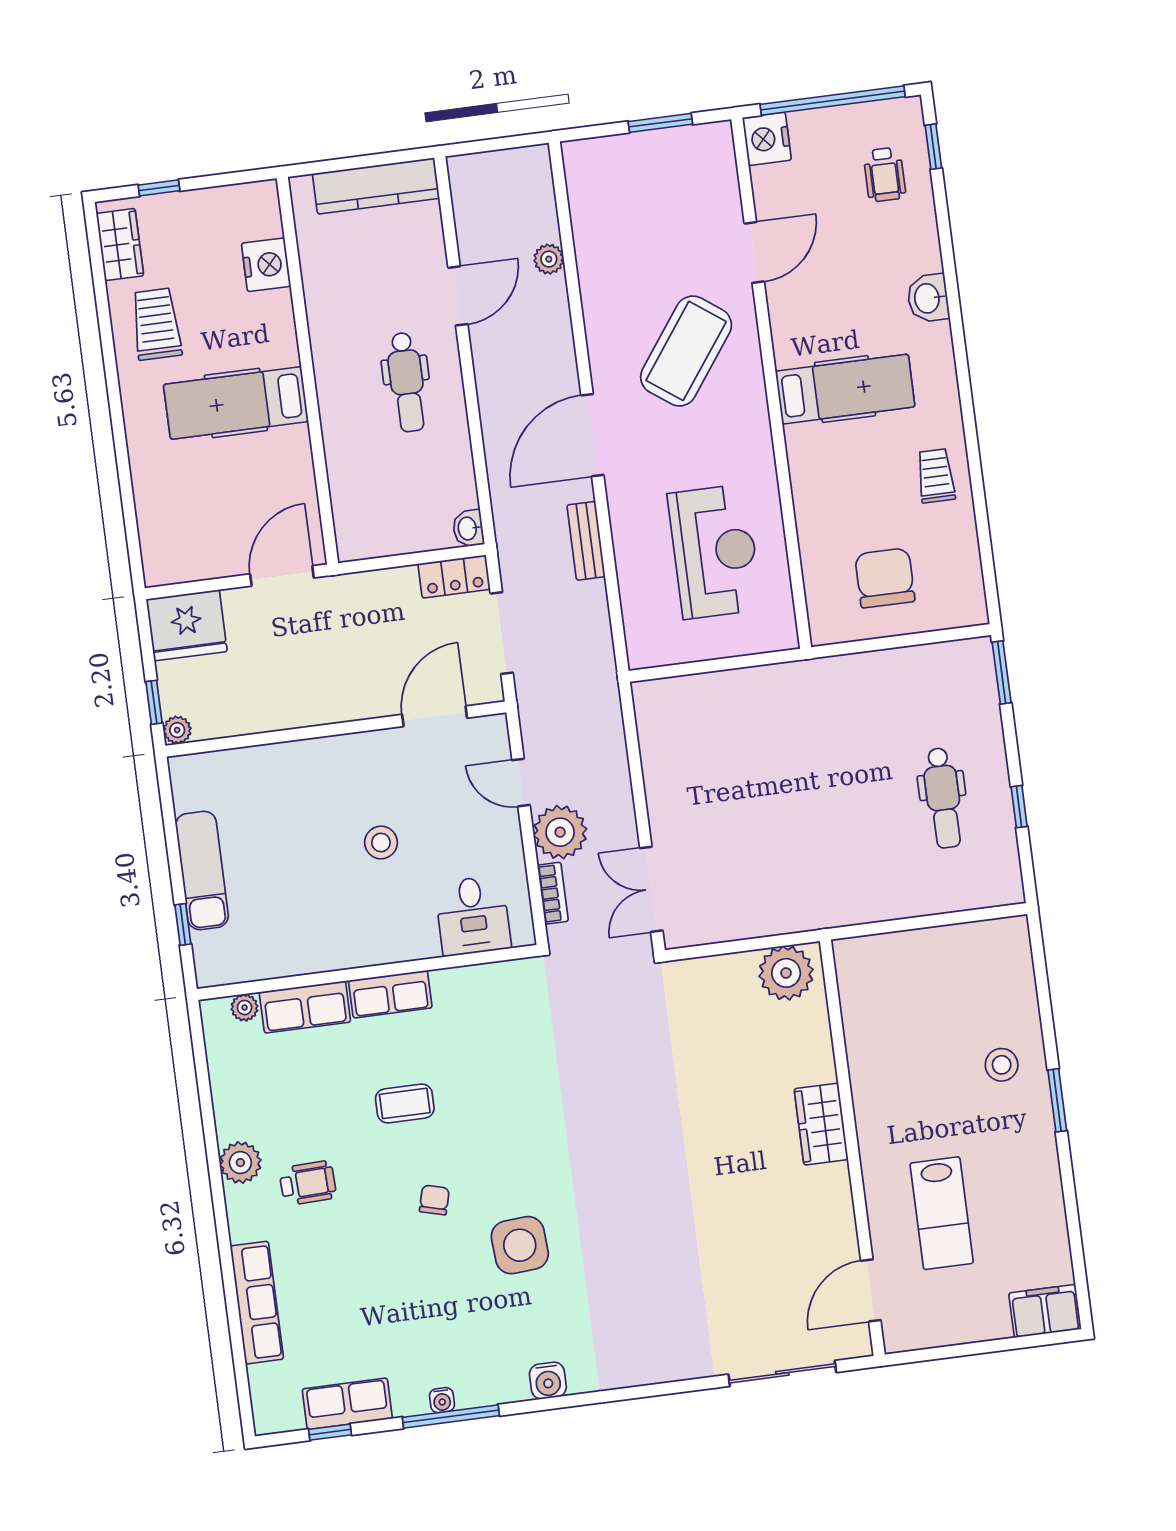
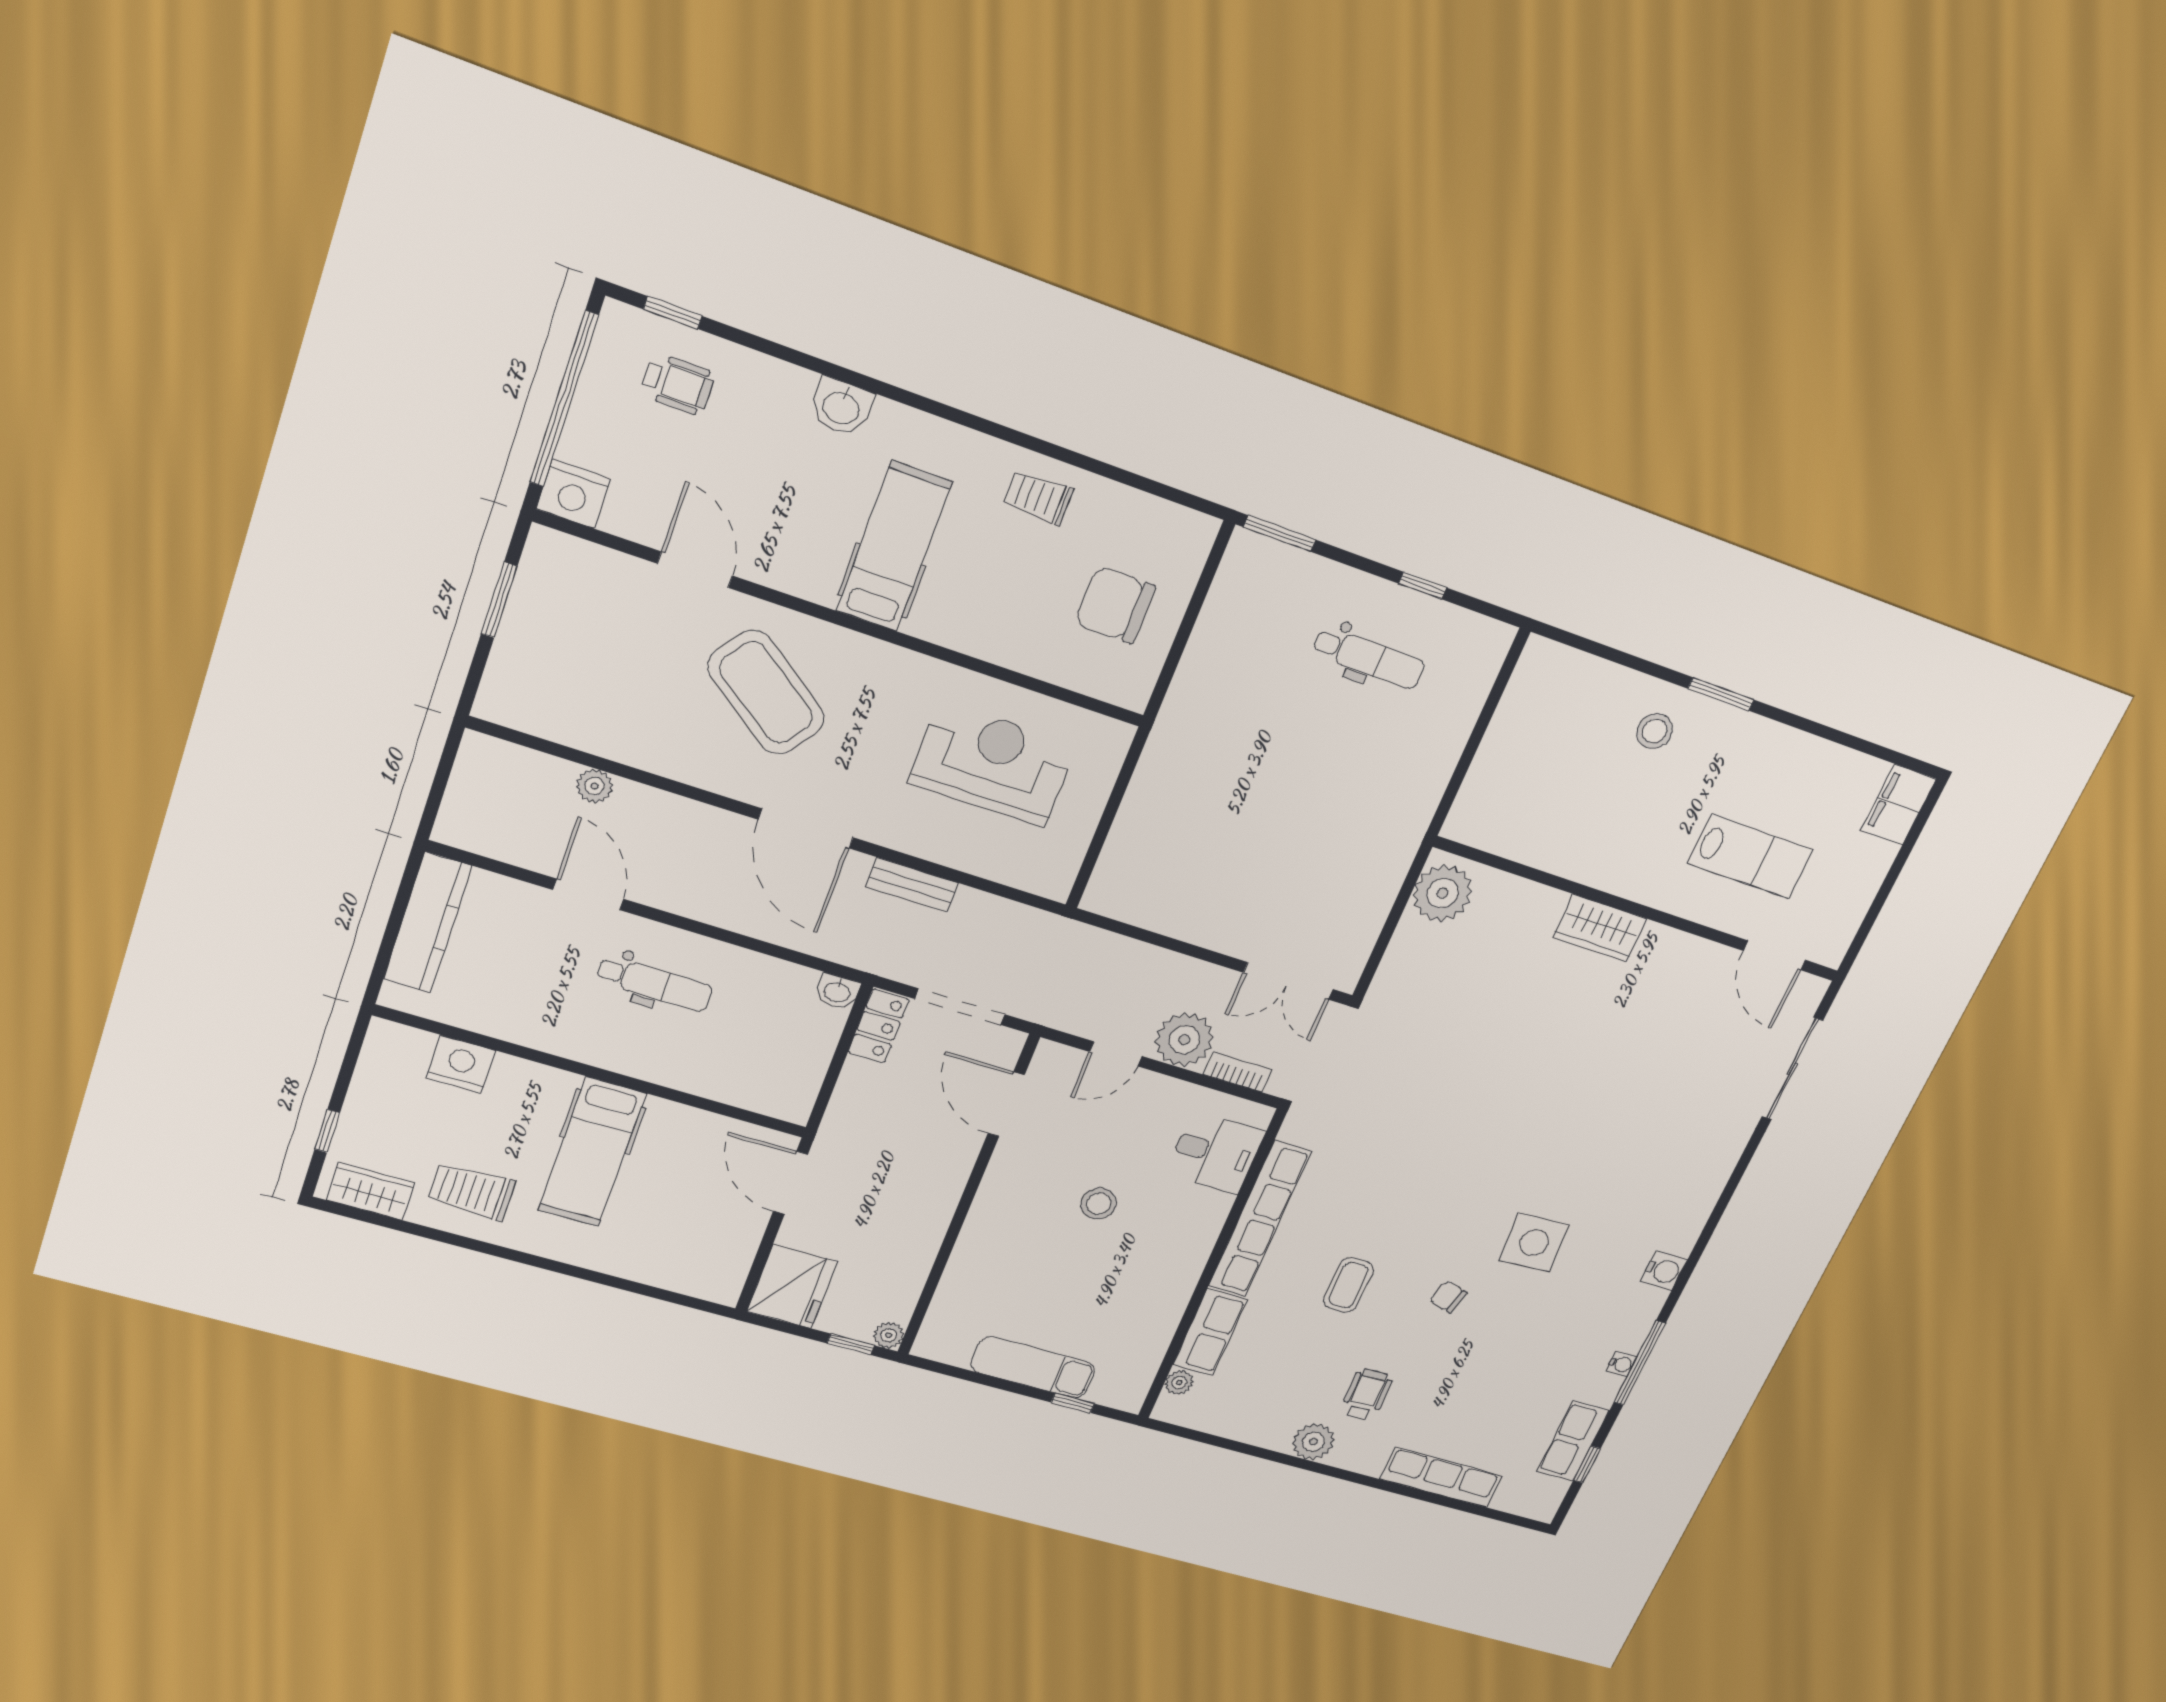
row of seats: (390, 994) -> (1260, 1219), width x2.02

